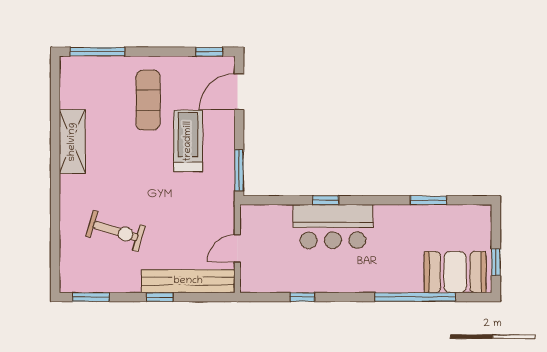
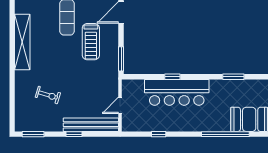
treadmill: (188, 141) -> (91, 42), turned 180
shelving: (72, 142) -> (22, 42), width x1.47
bar counter: (333, 227) -> (177, 92), width x1.36
exercise bike: (116, 231) -> (48, 95), width x0.73, depth x0.72

